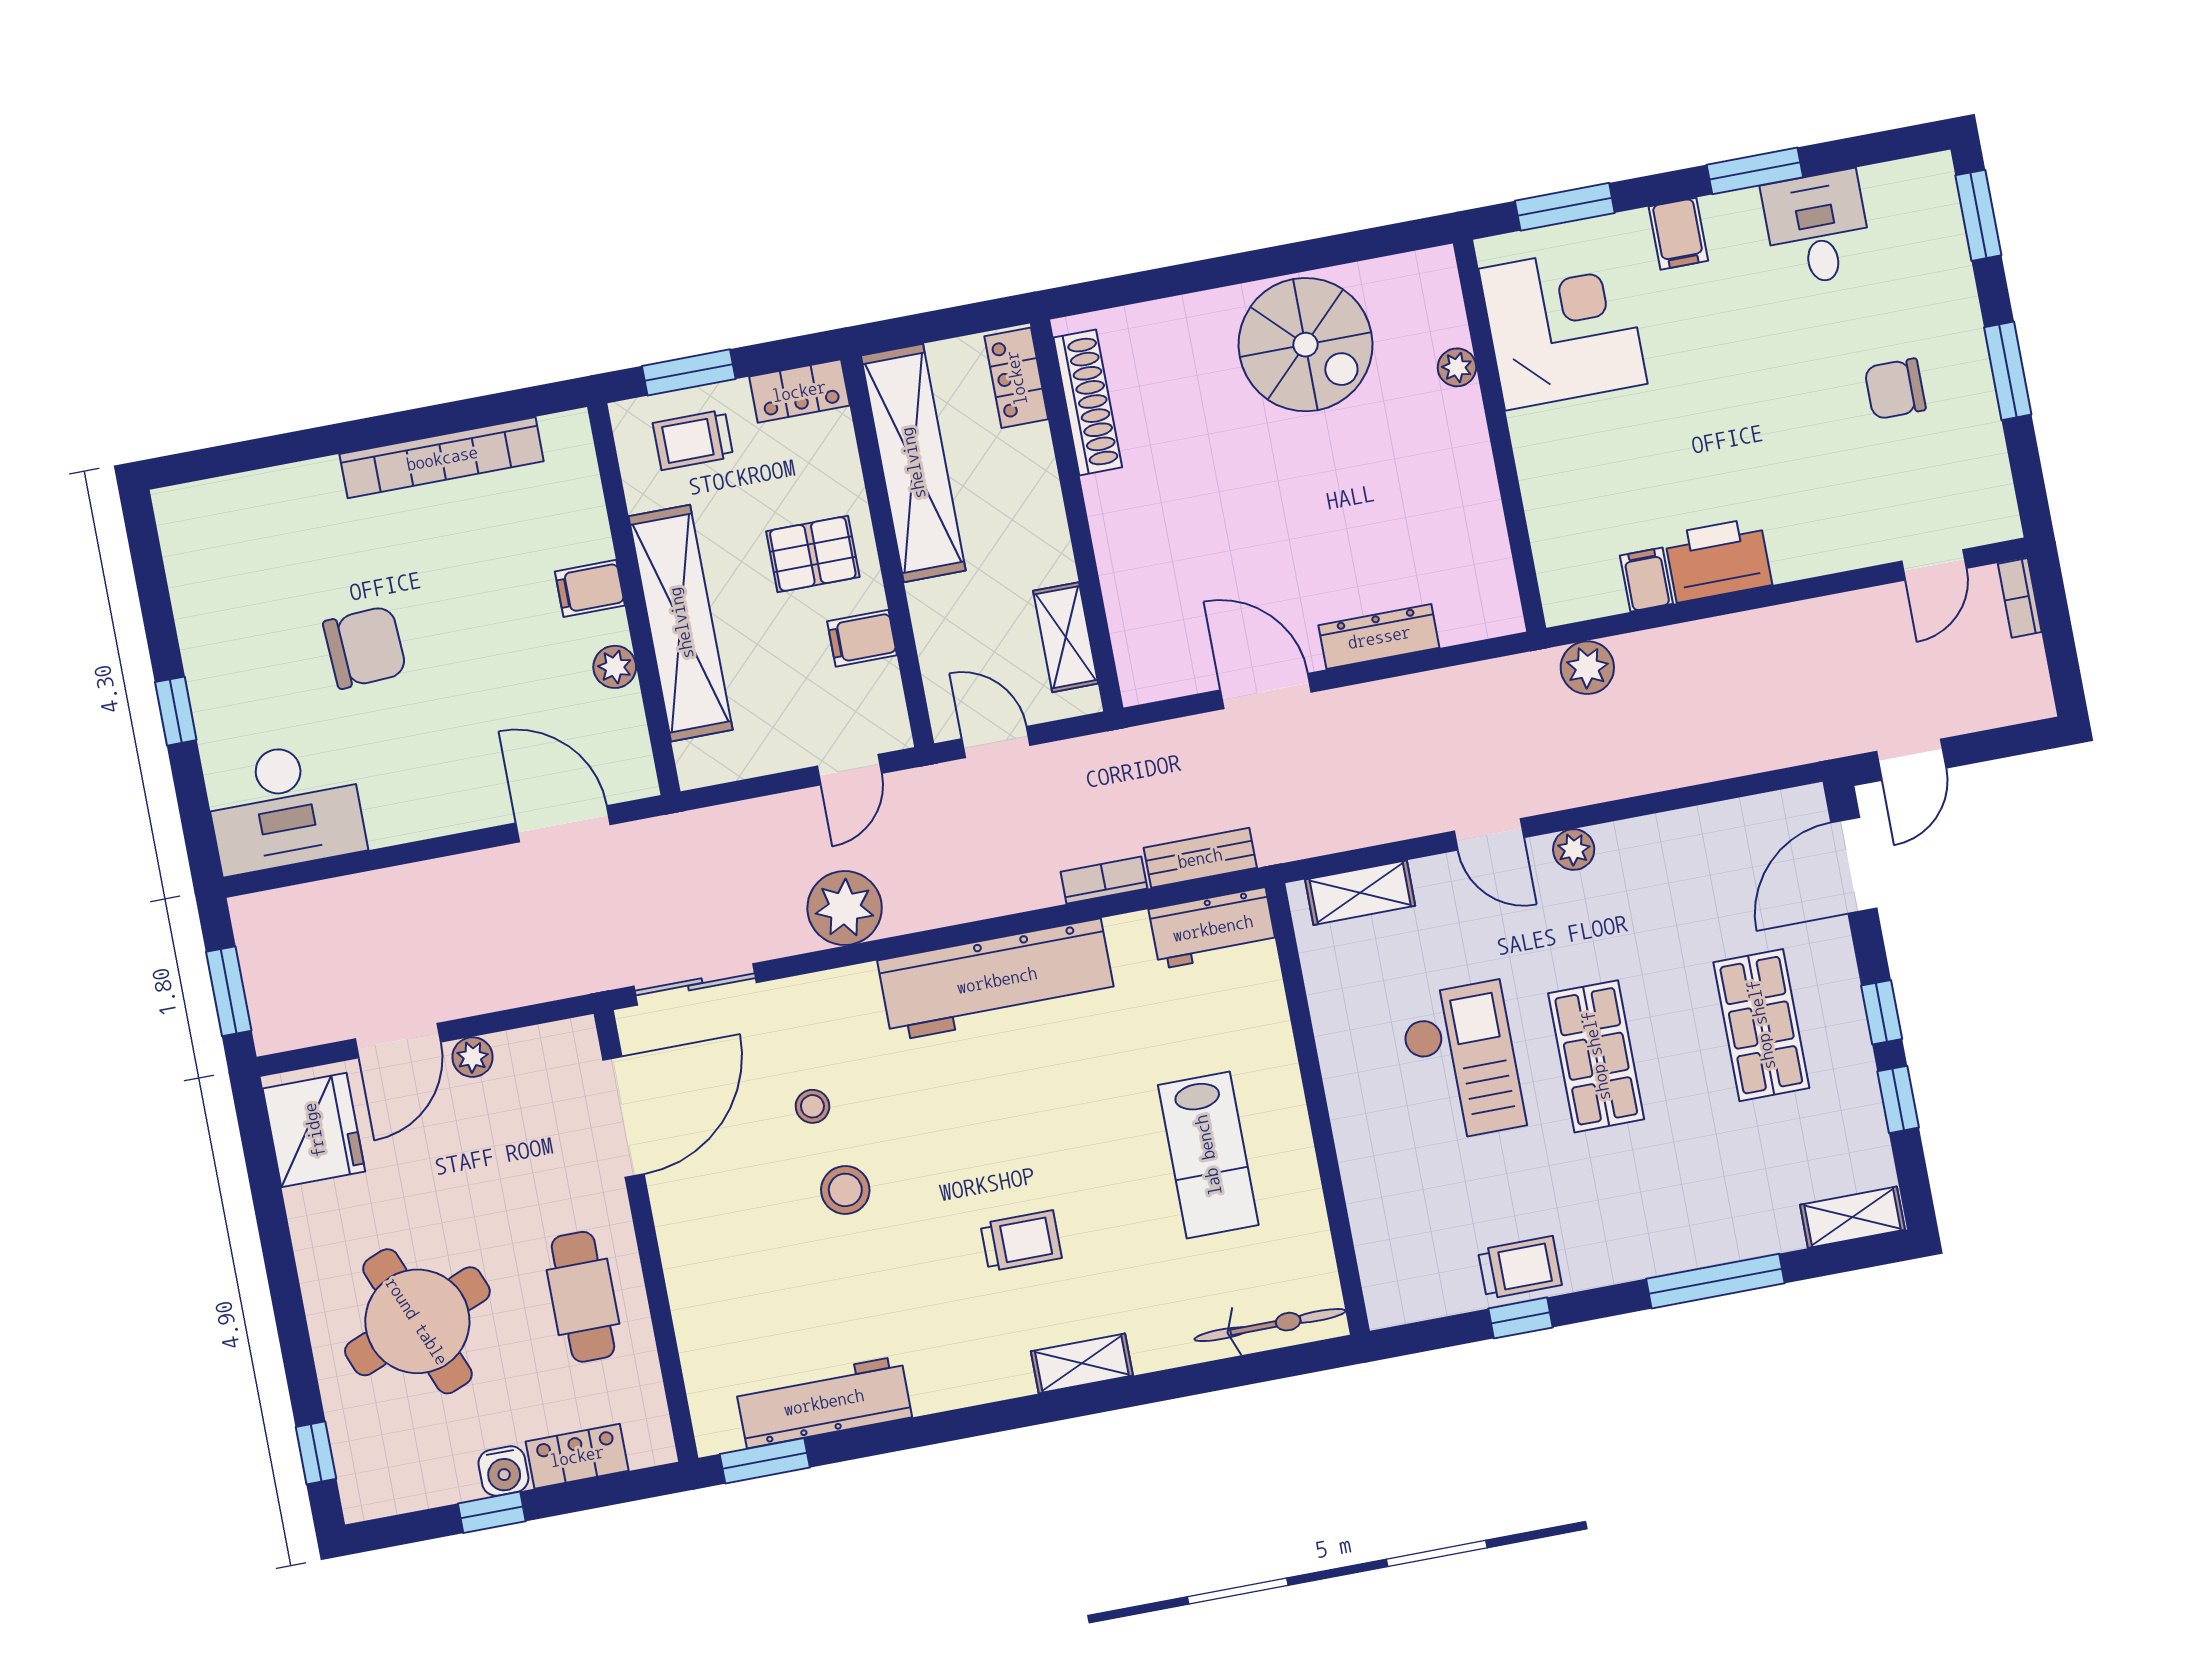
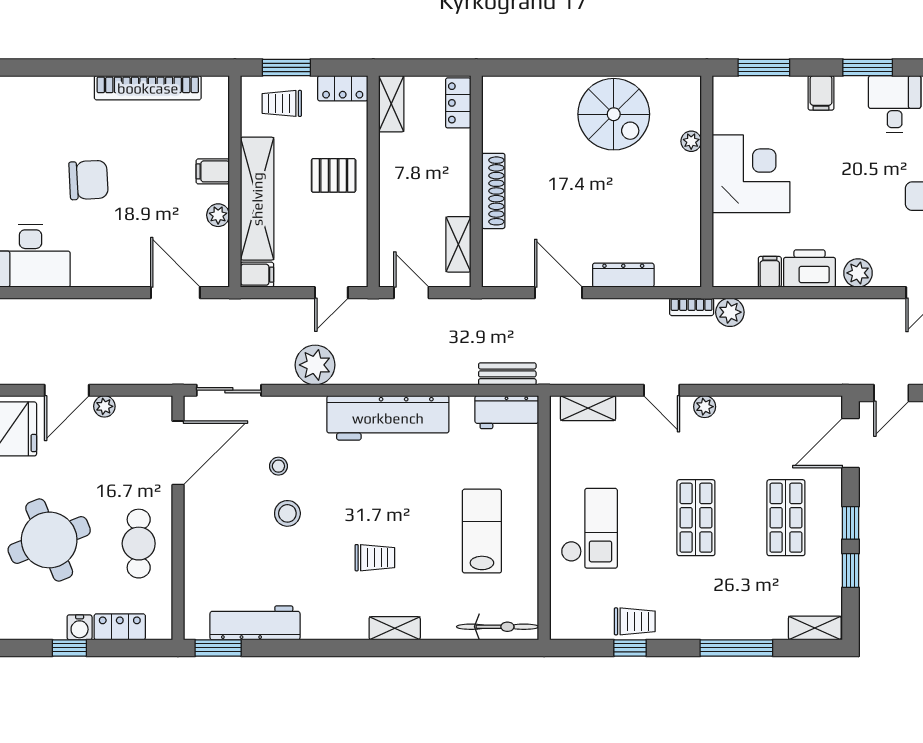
corner desk: (1563, 326) -> (751, 174), moved
shoe rack: (1088, 402) -> (493, 191), moved
shelving: (913, 463) -> (391, 104), width x0.45, depth x0.75
plant: (1809, 551) -> (858, 273), added
filing cabinet: (862, 638) -> (257, 275), moved, turned 180
bookcase: (1104, 880) -> (692, 307), moved, turned 180
checkout: (1462, 1062) -> (589, 528), moved
lab bench: (1208, 1155) -> (482, 531), turned 180

